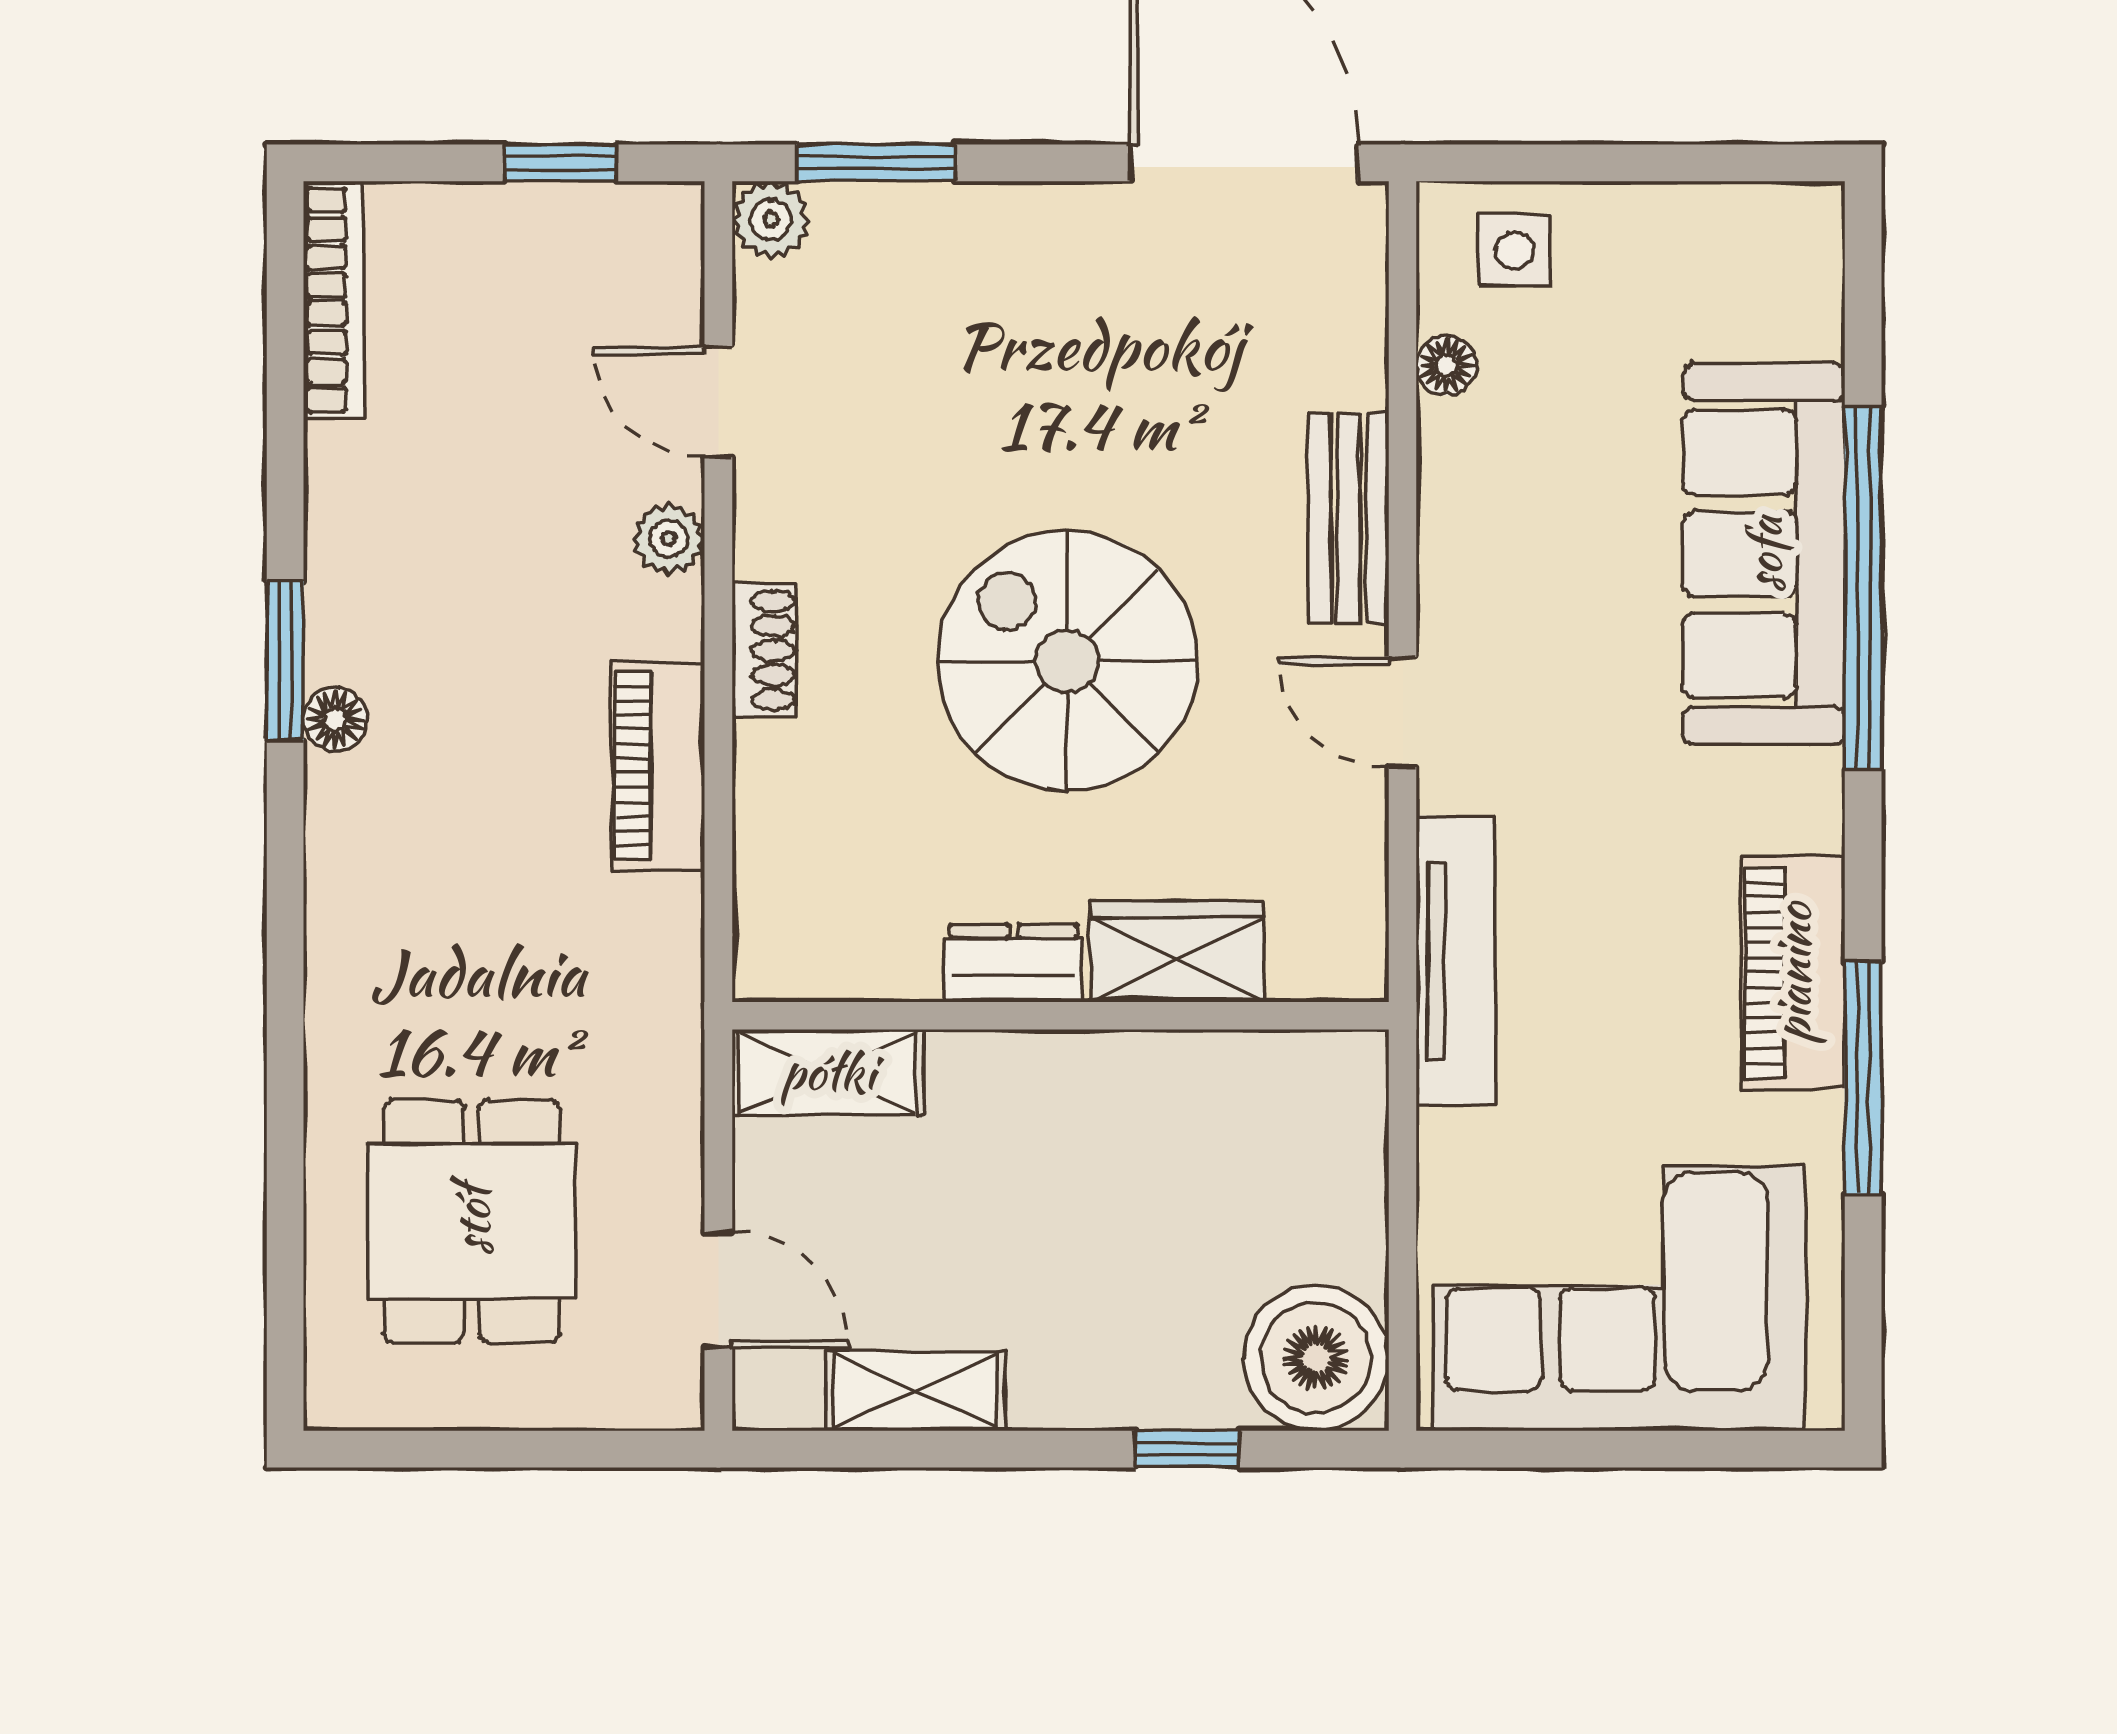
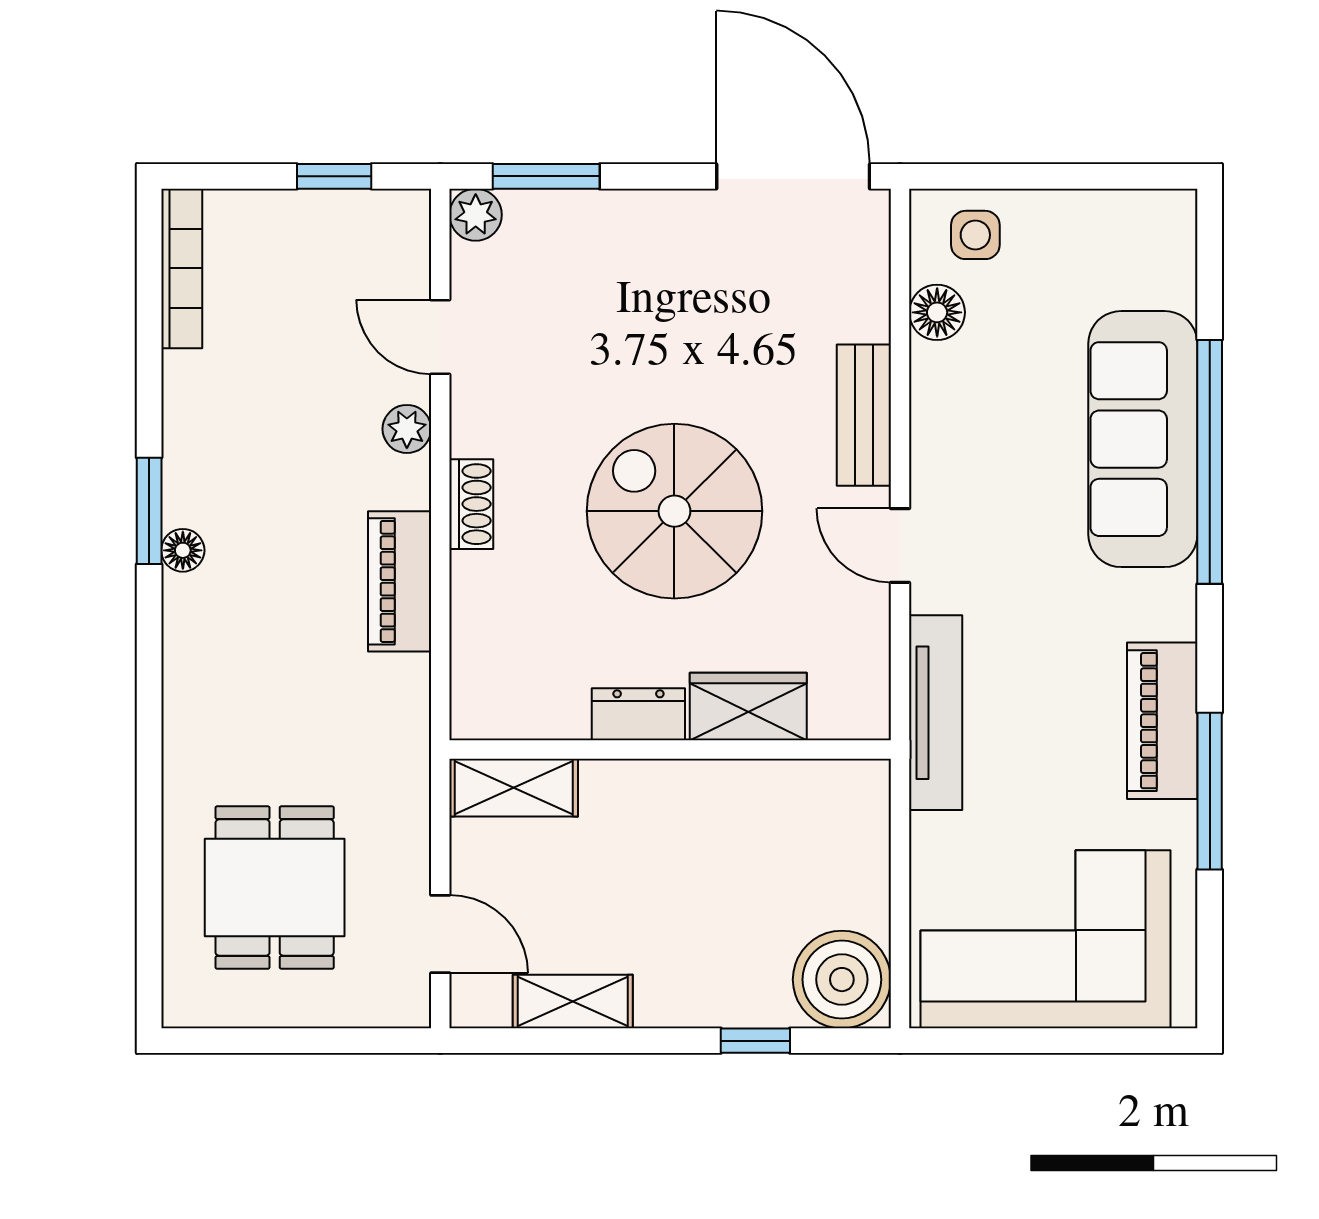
floor lamp: (1446, 365) -> (937, 312), width x1.37, depth x1.37

